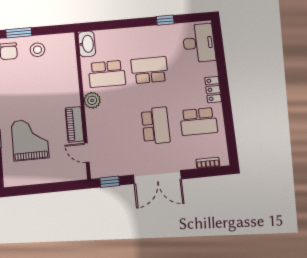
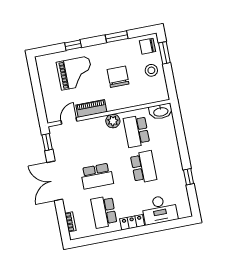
desk: (199, 43) -> (159, 210), moved
chair: (40, 89) -> (118, 77), added

